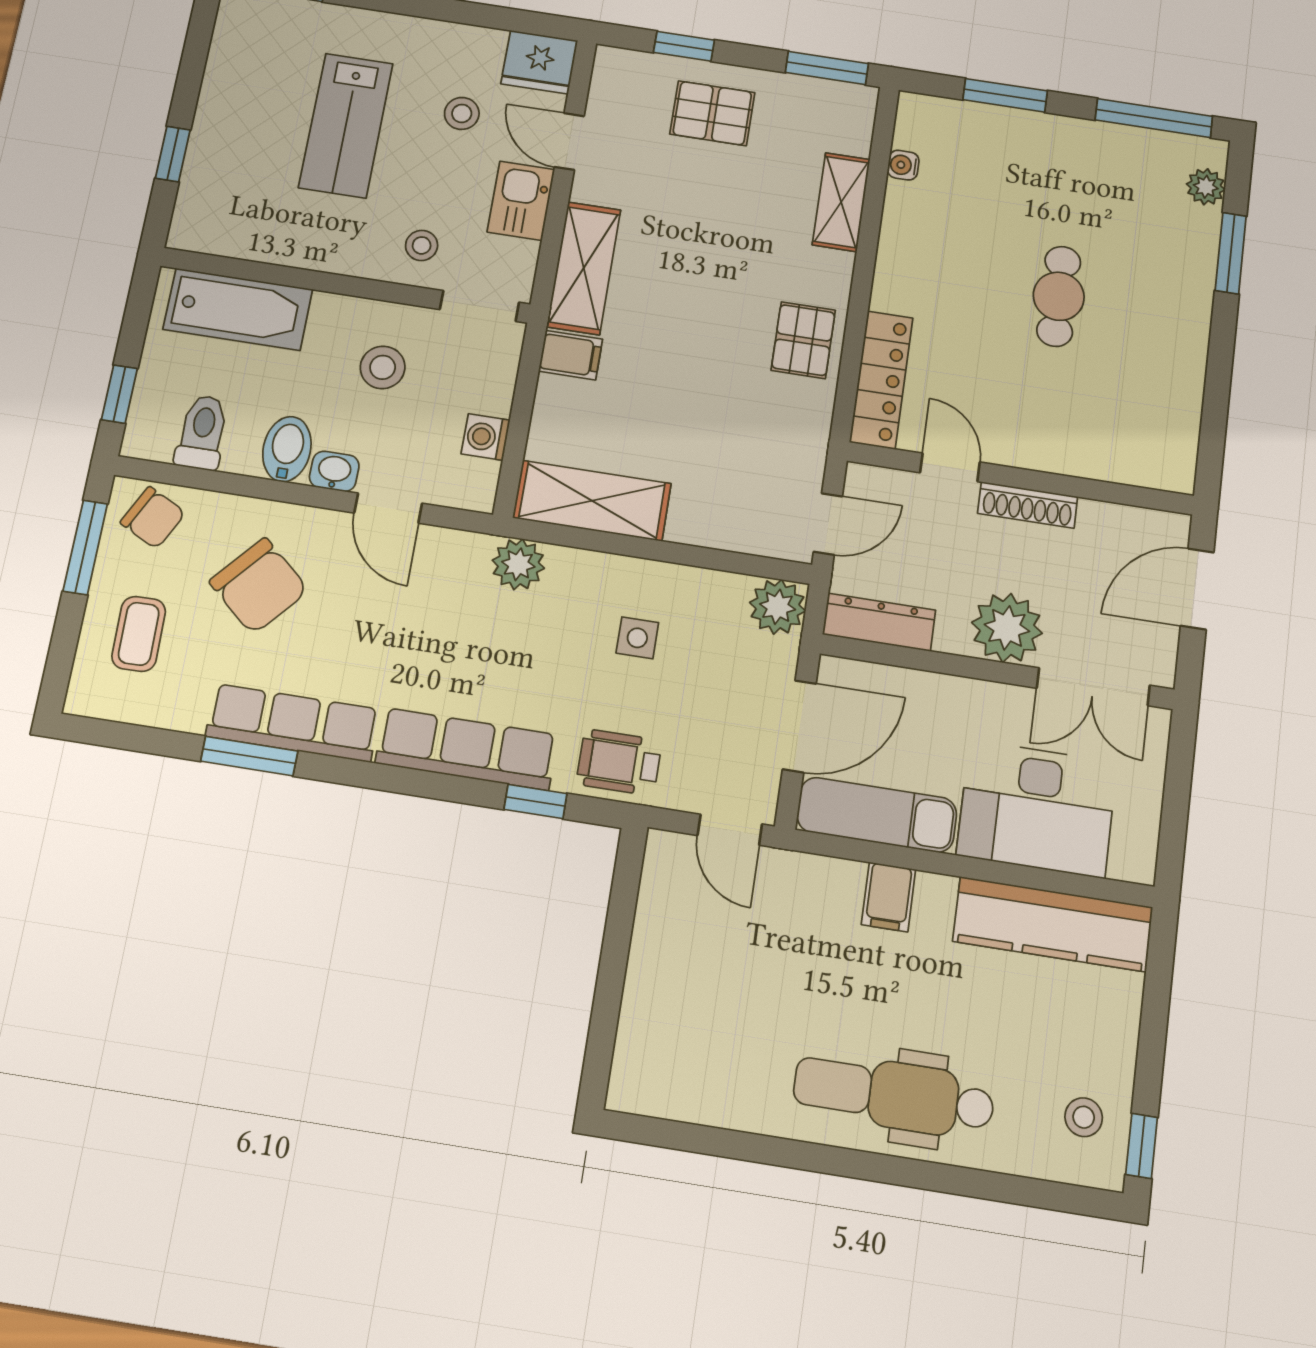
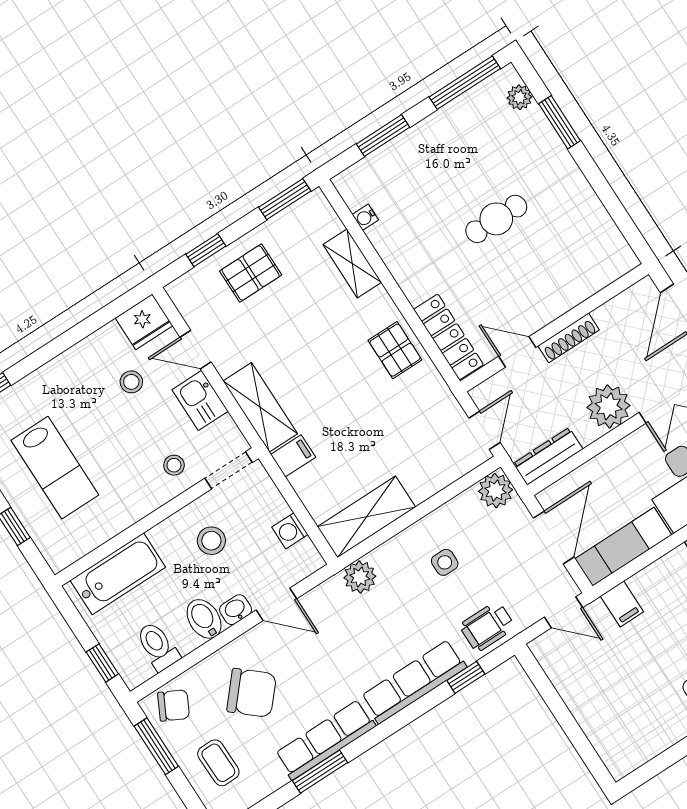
lab bench: (346, 125) -> (55, 468), moved
cafe table: (1059, 296) -> (496, 219), turned 90
filing cabinet: (889, 897) -> (622, 604), moved

